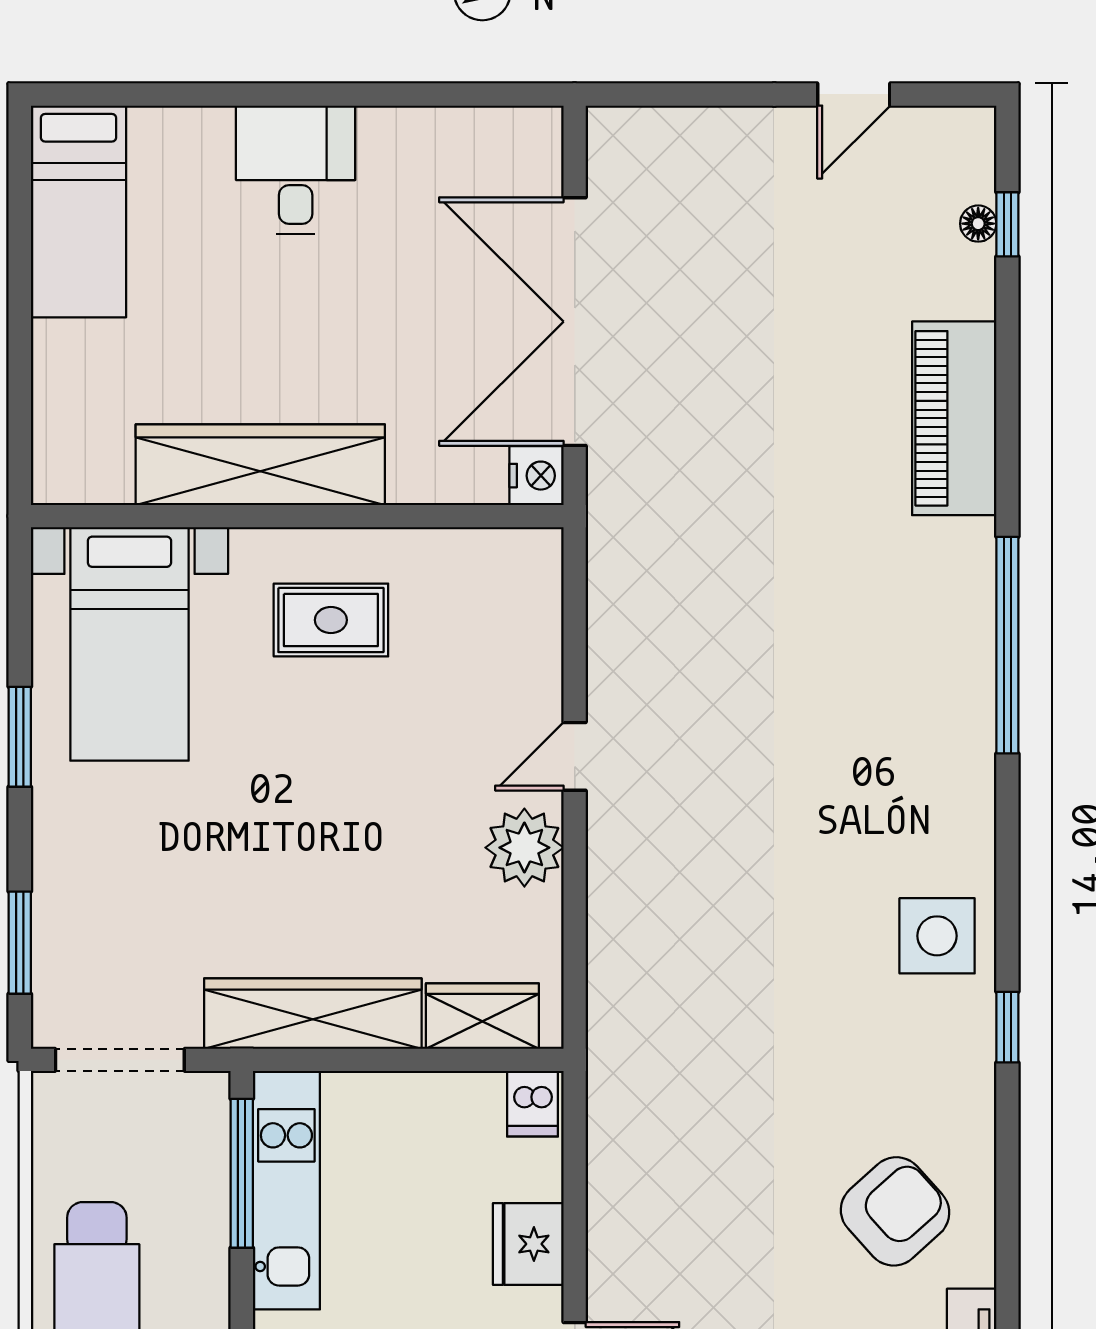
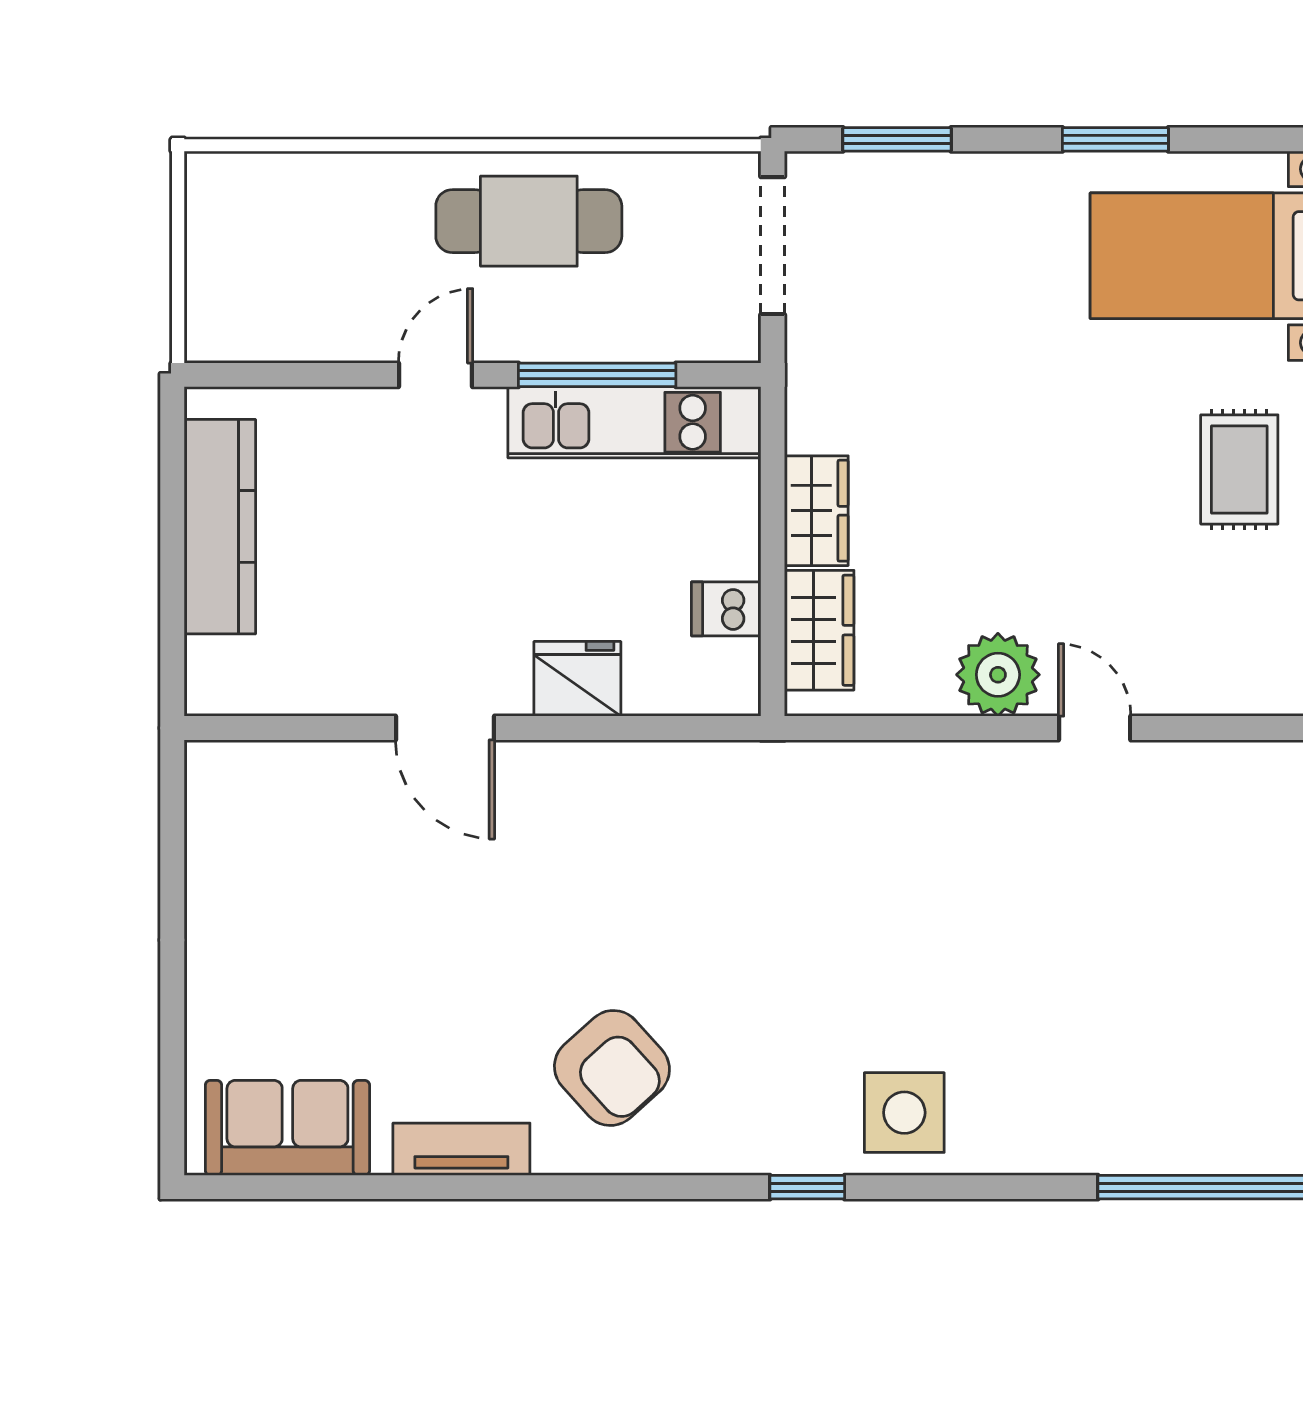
wardrobe: (313, 1014) -> (816, 511), width x0.48, depth x0.85
dishwasher: (533, 1104) -> (726, 609), moved
window: (242, 1173) -> (597, 375), moved

